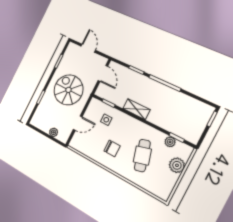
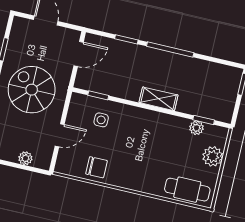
door: (103, 73) -> (79, 54), hinge flipped
shelving: (136, 109) -> (159, 99), moved
chair: (112, 148) -> (97, 167), moved
cafe table: (142, 156) -> (187, 190), moved, turned -74

